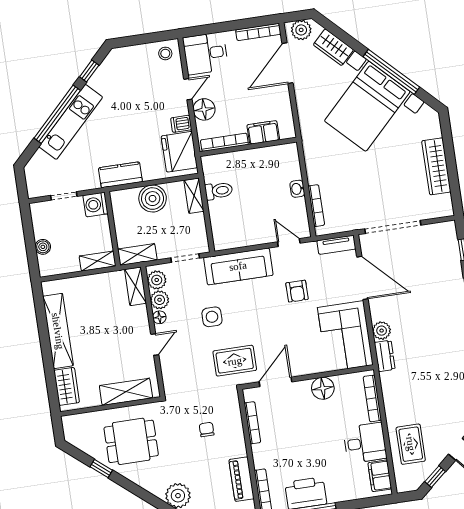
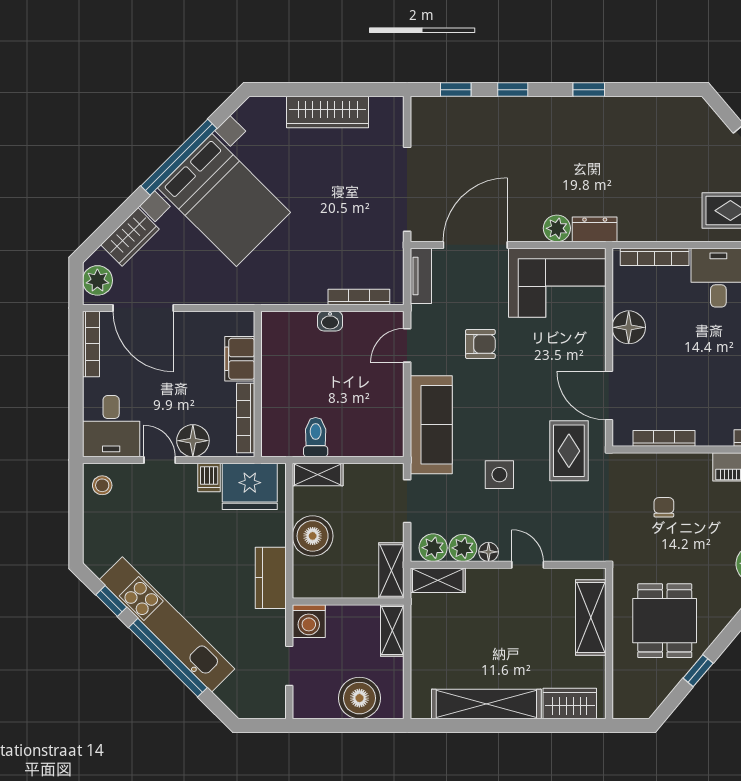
kitchen unit: (71, 122) -> (167, 624), width x1.36
boiler: (43, 247) -> (359, 698), width x1.86, depth x1.86
chair: (207, 429) -> (664, 507), turned 90

